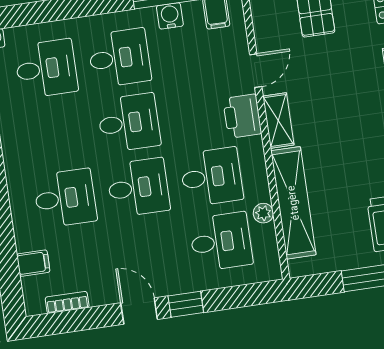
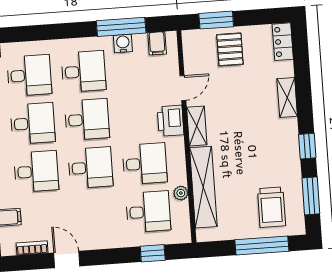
desk: (56, 133) -> (33, 123), added
window: (186, 304) -> (153, 253), moved
door: (139, 311) -> (67, 259), moved

